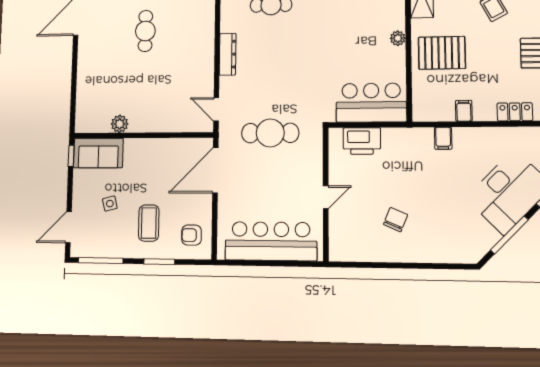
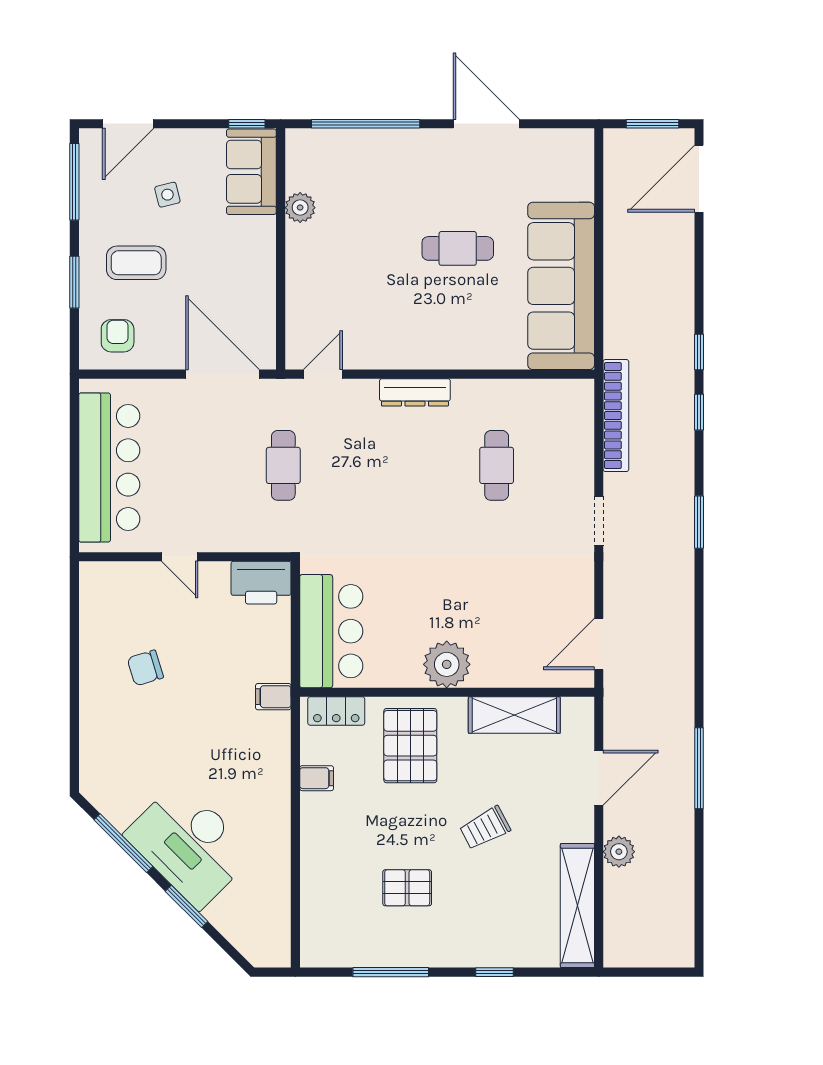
plant: (398, 38) -> (447, 664), width x1.87, depth x1.87
window: (74, 86) -> (366, 124), added
locker: (515, 112) -> (336, 711), moved, turned 90
cafe table: (270, 133) -> (283, 465), width x0.73, depth x0.74
filing cabinet: (443, 138) -> (273, 697), moved
printer: (362, 141) -> (261, 583), moved, turned -90
chair: (396, 220) -> (145, 668), turned 140
door: (68, 227) -> (128, 124), swing flipped

